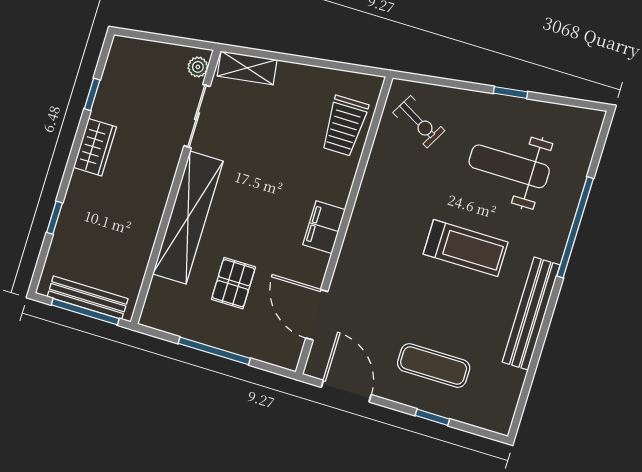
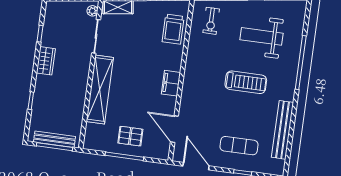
exercise bike: (419, 122) -> (211, 21), turned 61
pallet: (233, 283) -> (130, 136), moved, turned 90
bench: (531, 314) -> (283, 130), moved

